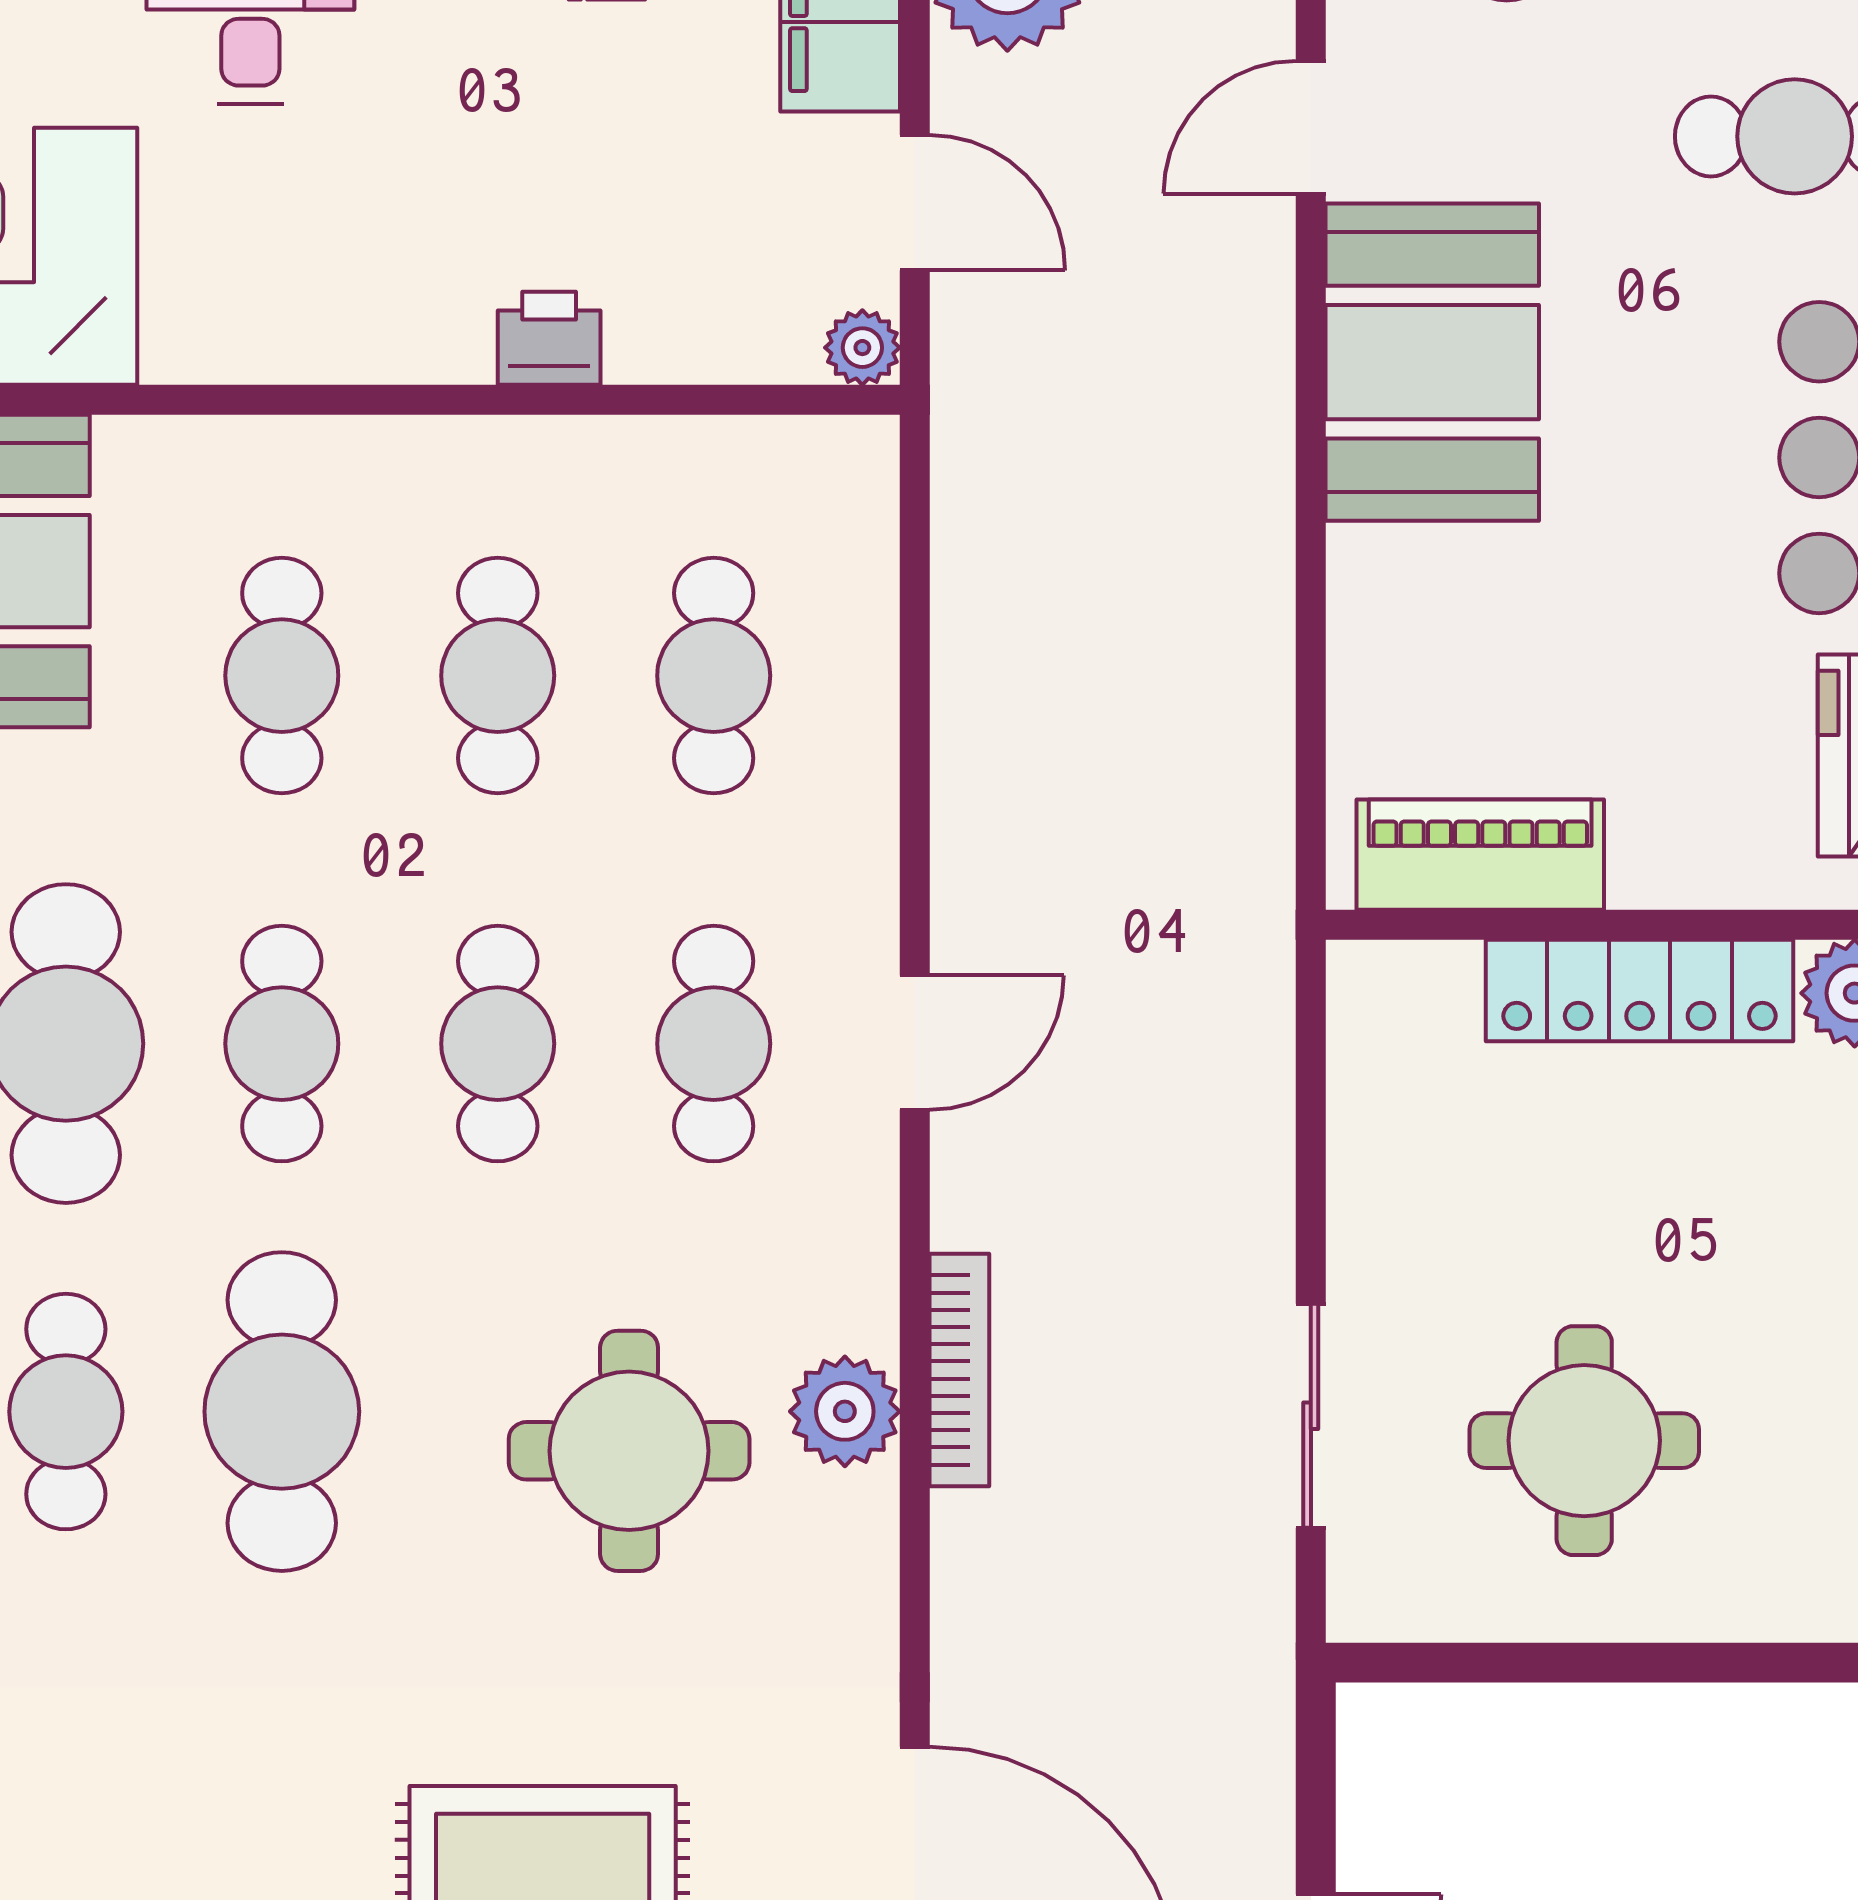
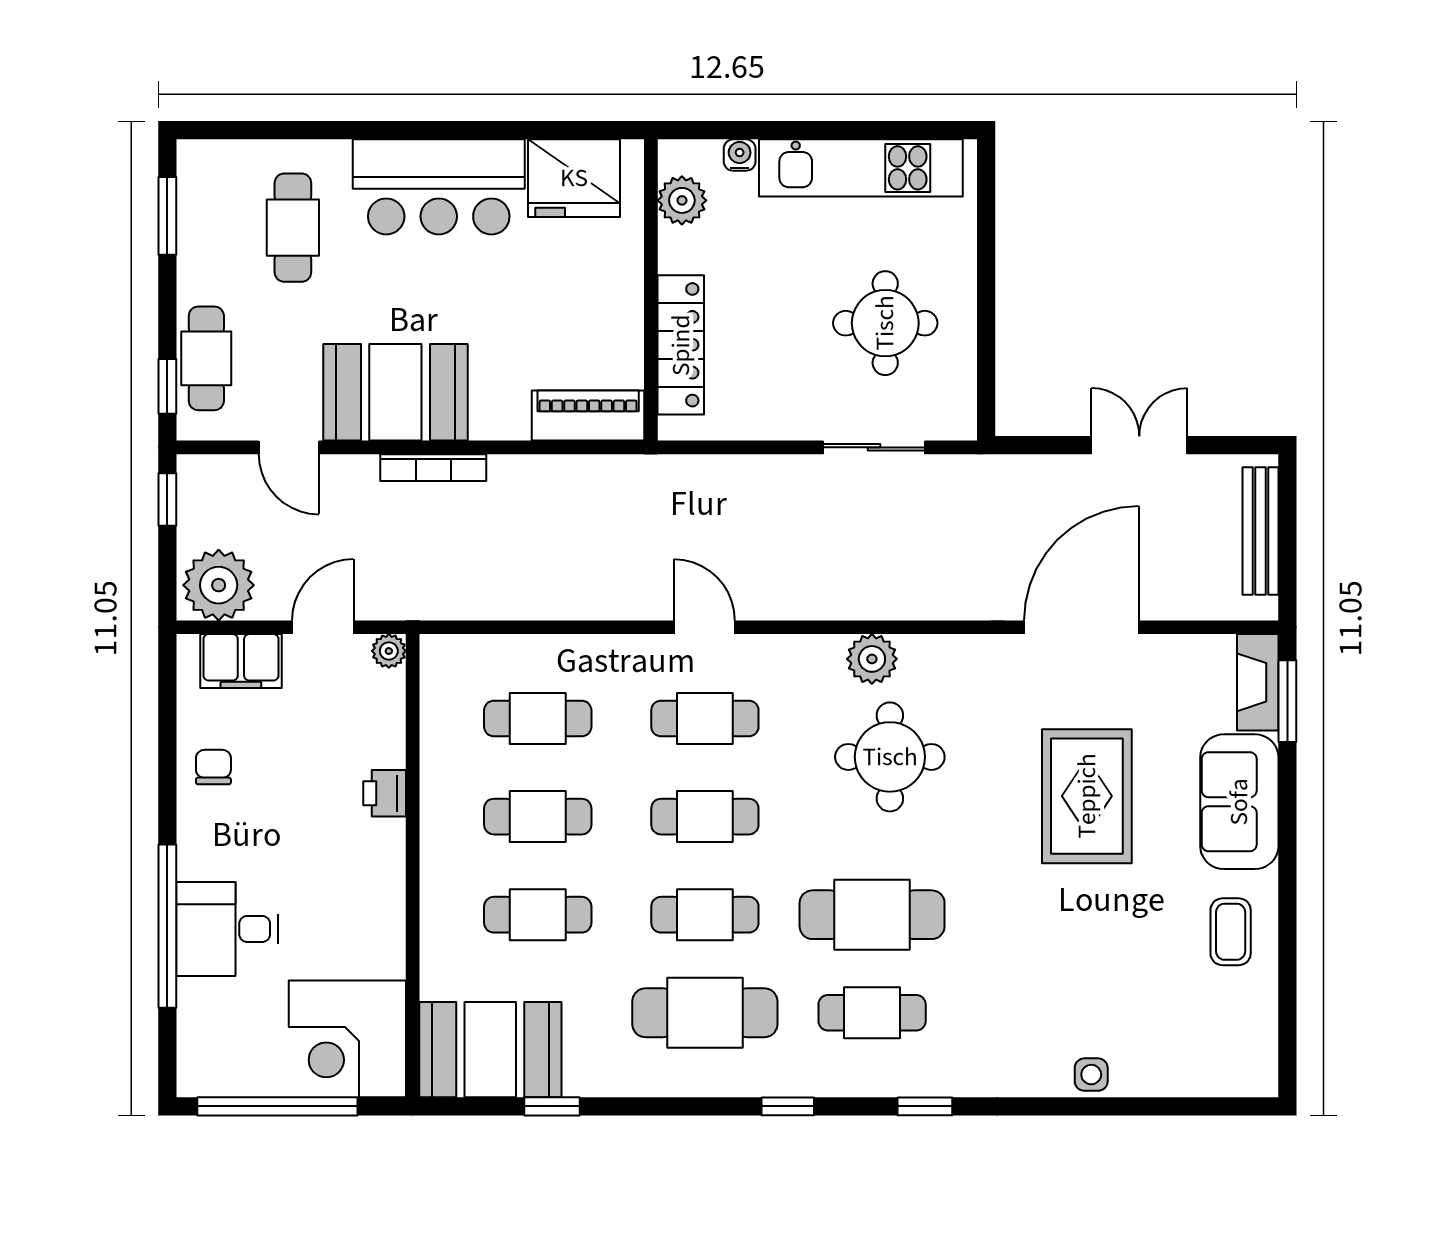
piano: (1480, 855) -> (588, 415), moved, turned 90
locker: (1640, 990) -> (681, 345), moved
bookcase: (959, 1370) -> (433, 468), moved, turned 180

